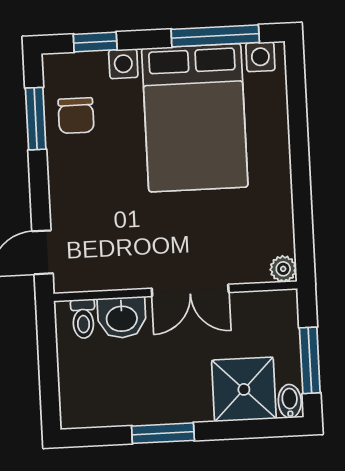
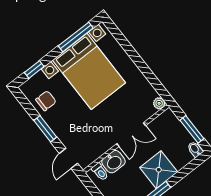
chair: (76, 116) -> (46, 101), turned -90
window: (36, 119) -> (45, 129), moved
shower: (244, 389) -> (159, 170), moved

